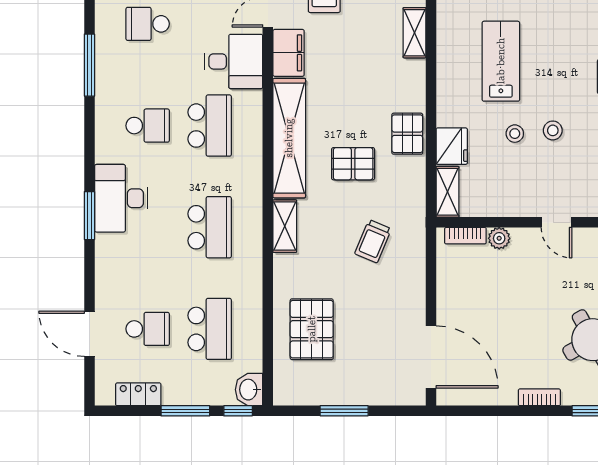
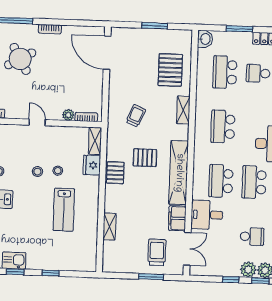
school desk: (148, 126) -> (254, 182), width x1.85
shelving: (285, 226) -> (183, 110), moved
window: (238, 411) -> (211, 28), removed

